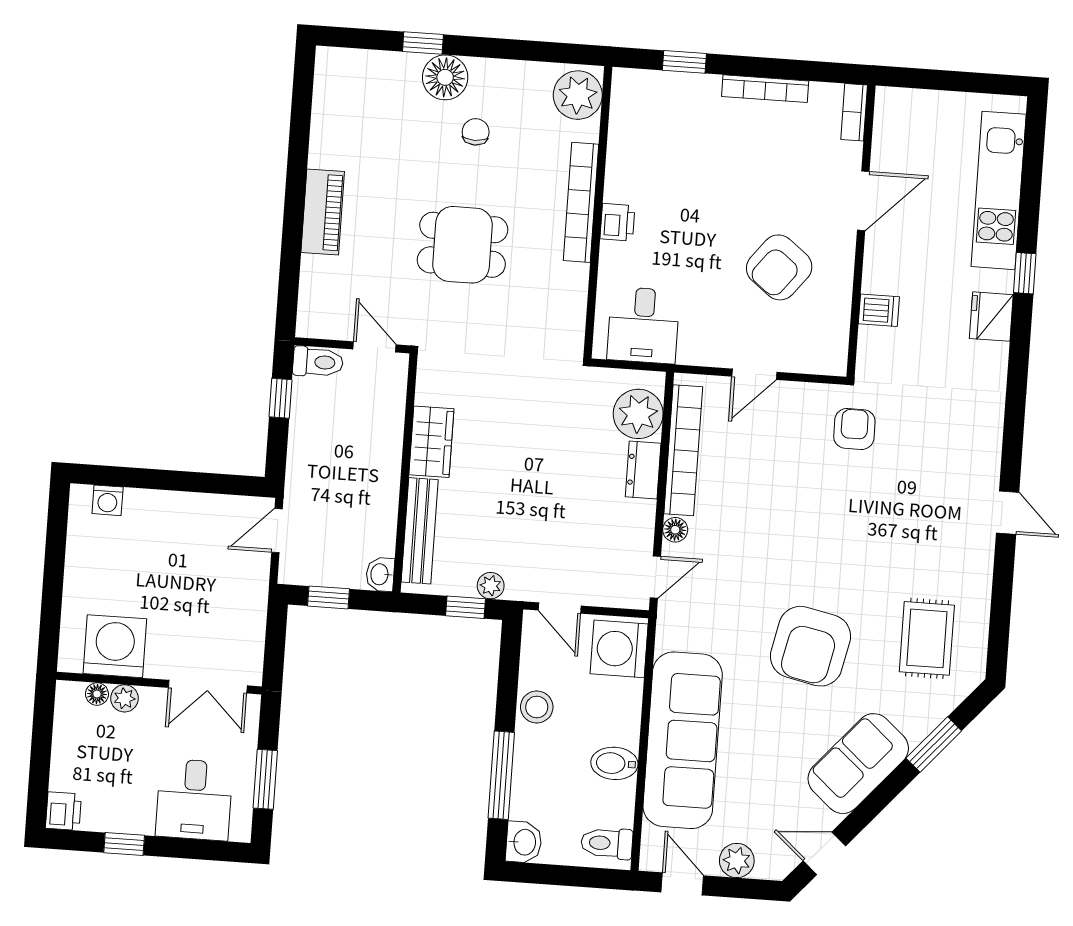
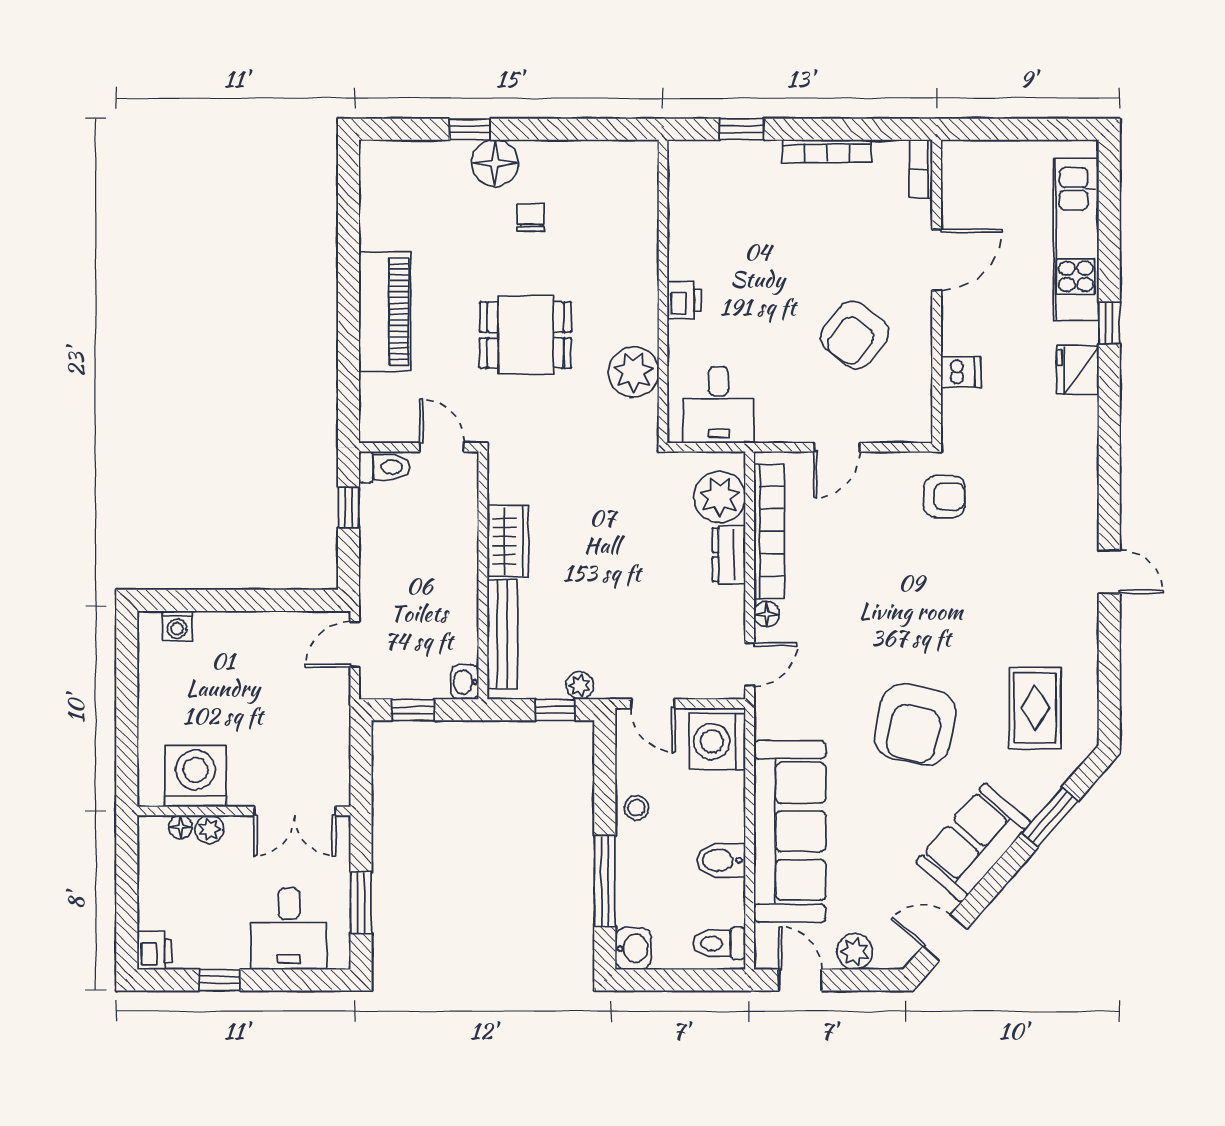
plant: (578, 95) -> (634, 372), moved
bookcase: (581, 202) -> (645, 282), removed
piano: (323, 212) -> (385, 311), width x1.37, depth x1.33
armchair: (854, 429) -> (944, 497), turned 90
stool: (537, 707) -> (636, 808), width x0.73, depth x0.73

